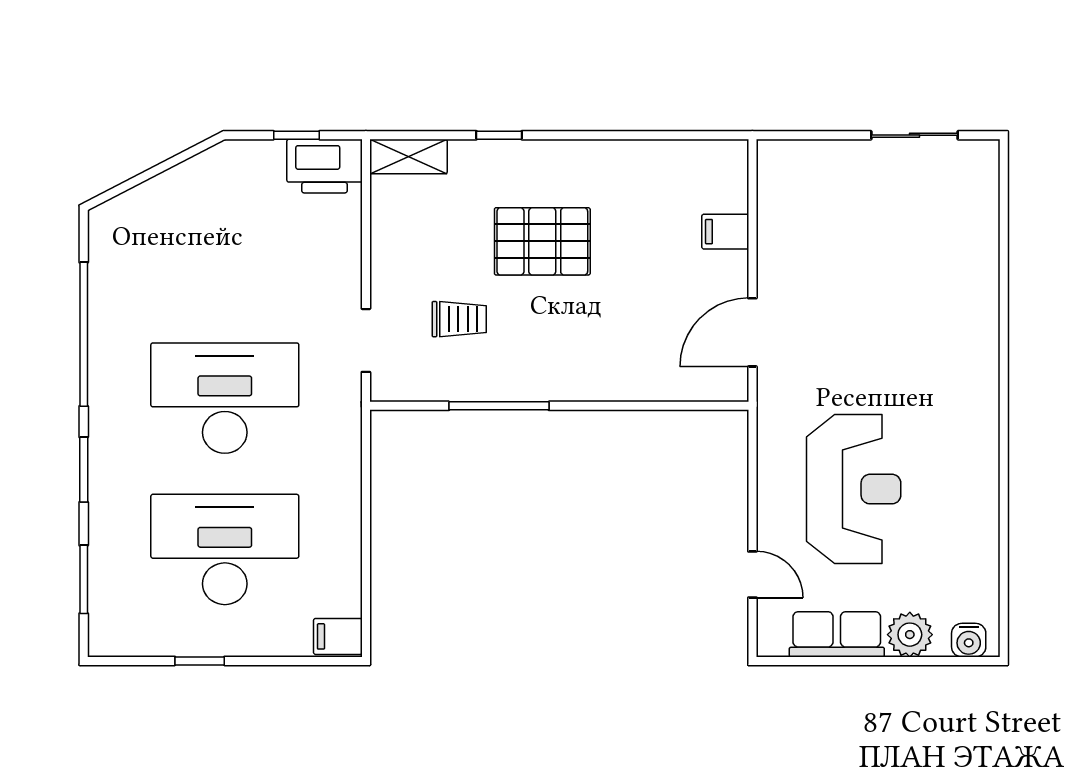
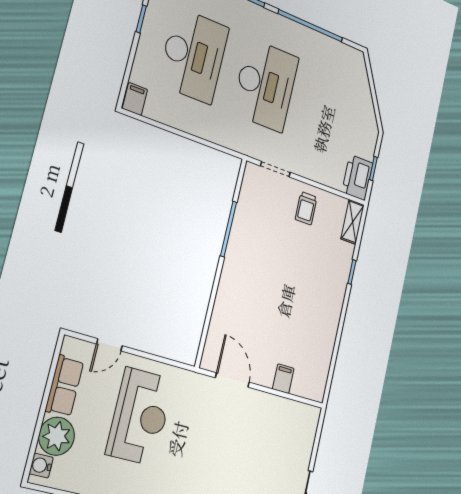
pallet: (542, 241) -> (300, 279), removed
trolley: (459, 319) -> (306, 208), moved
reception desk: (854, 489) -> (140, 417), turned -90
plant: (910, 635) -> (57, 436), width x1.36, depth x1.36

